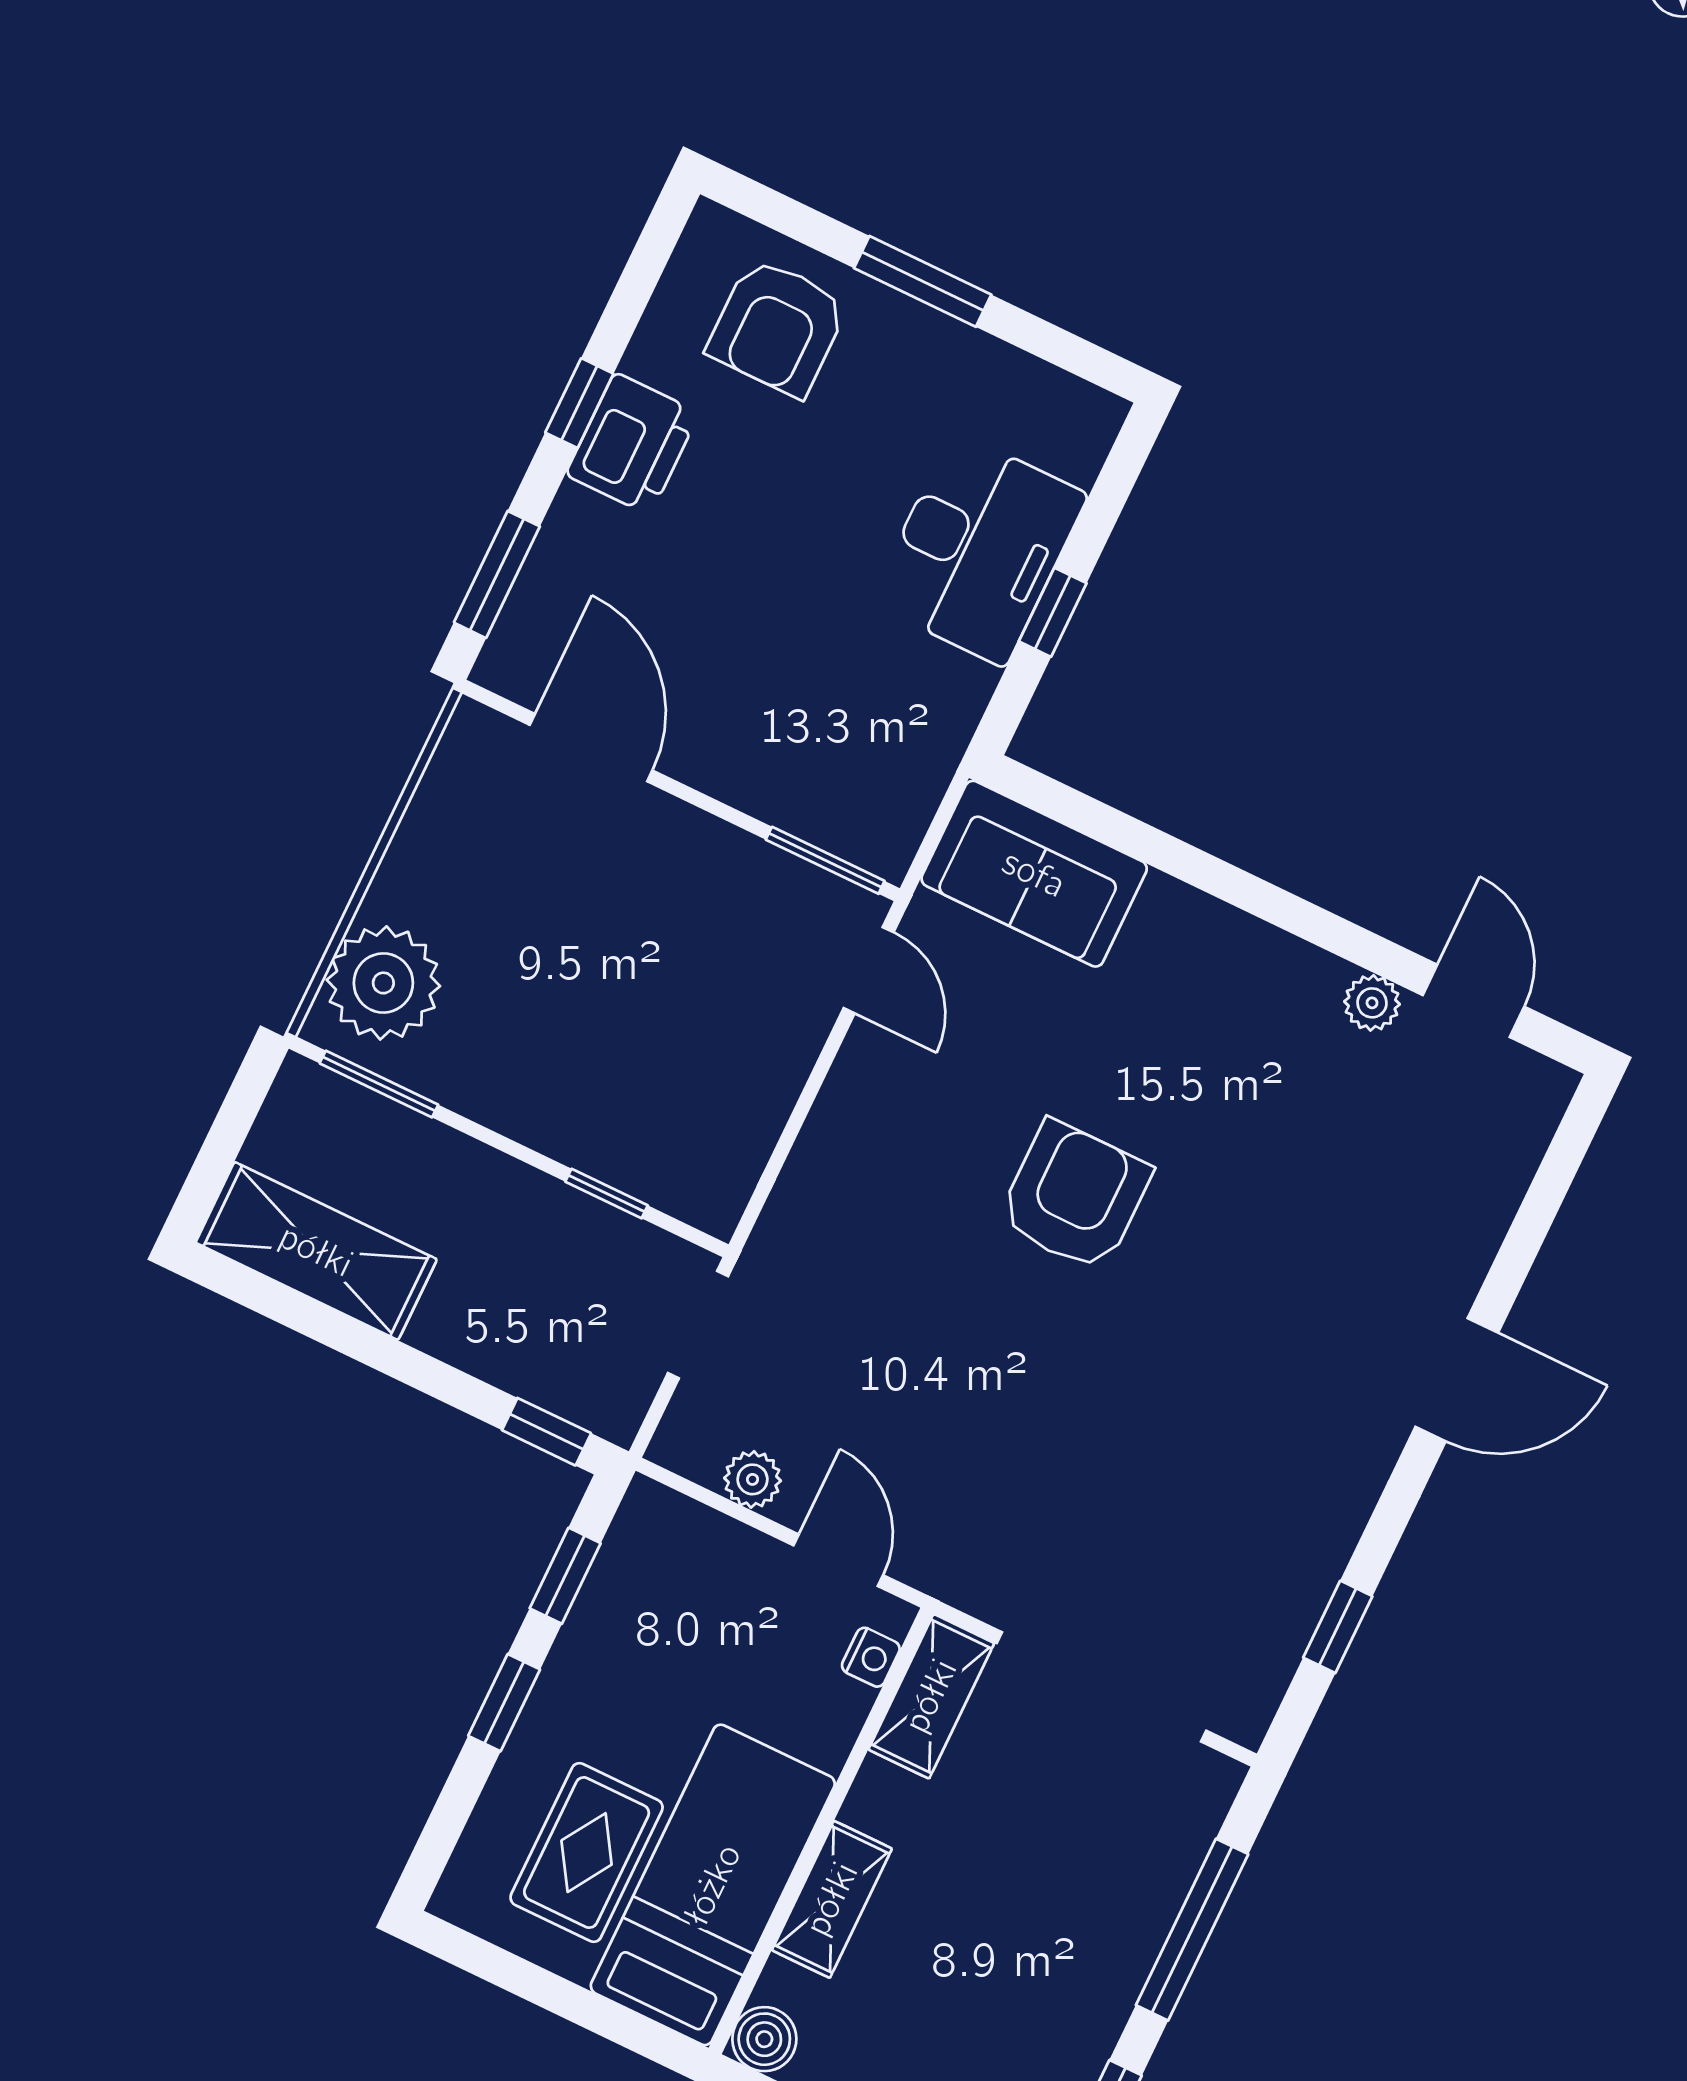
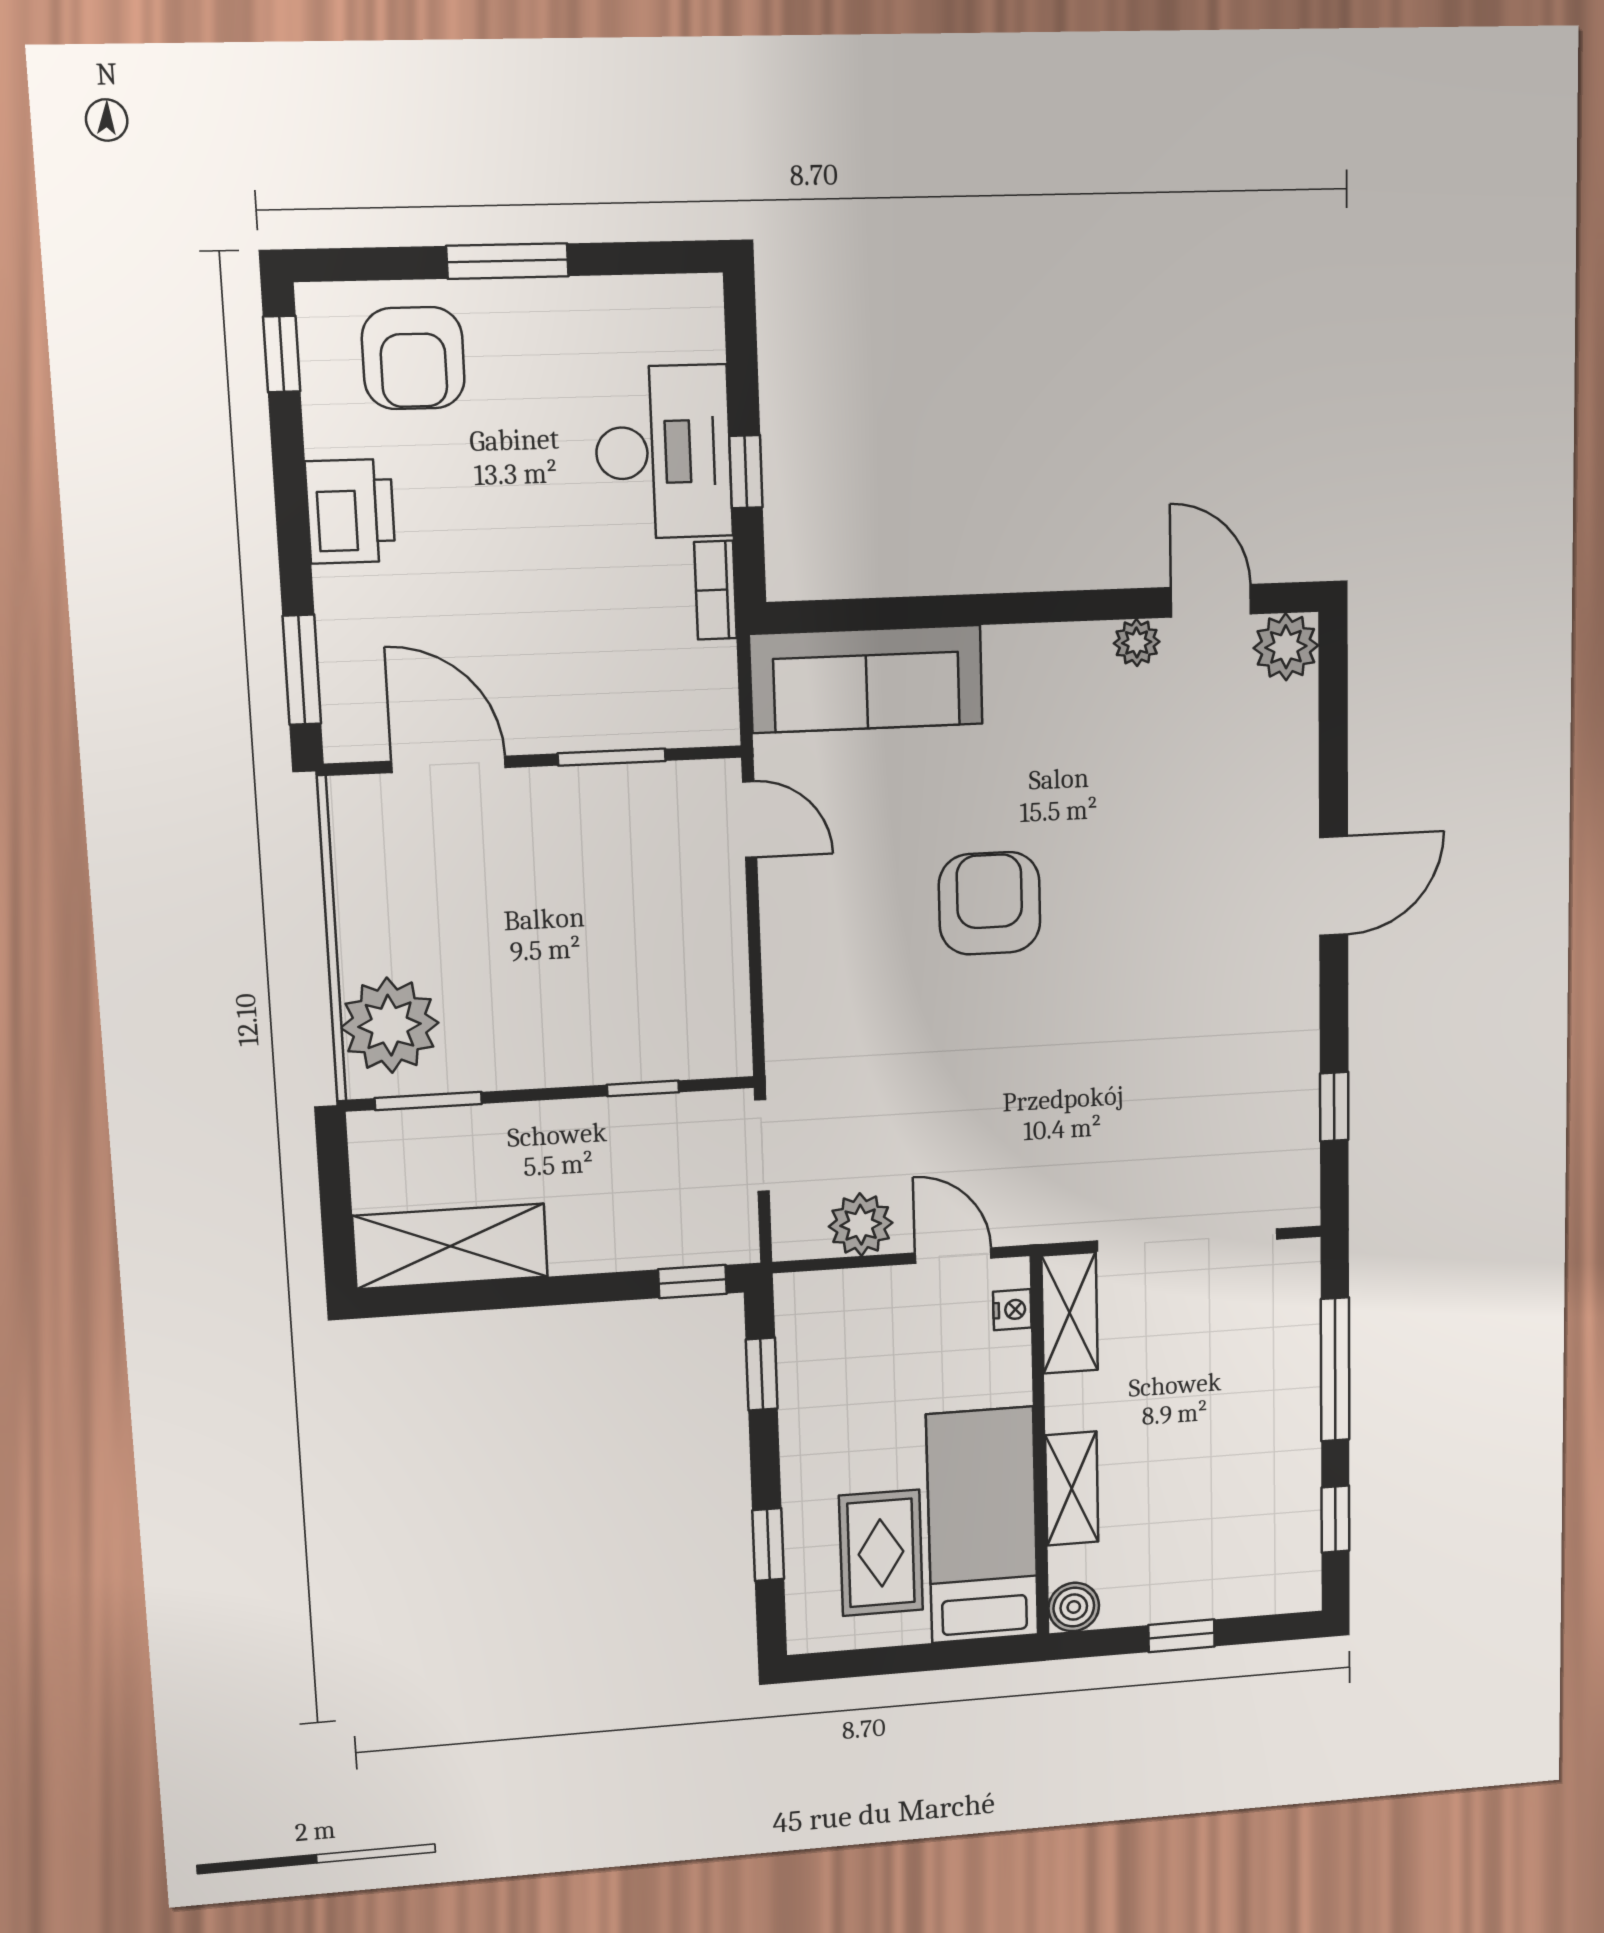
window: (579, 403) -> (282, 354), moved
bookcase: (958, 715) -> (716, 590), added
window: (825, 860) -> (612, 757), moved
sofa: (1034, 874) -> (866, 679), width x1.36
plant: (1531, 1093) -> (1286, 647), added
plant: (753, 1479) -> (861, 1225), width x1.38, depth x1.38
window: (504, 1703) -> (768, 1545), moved

